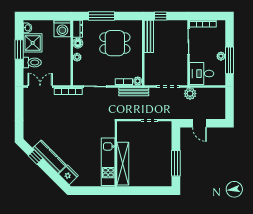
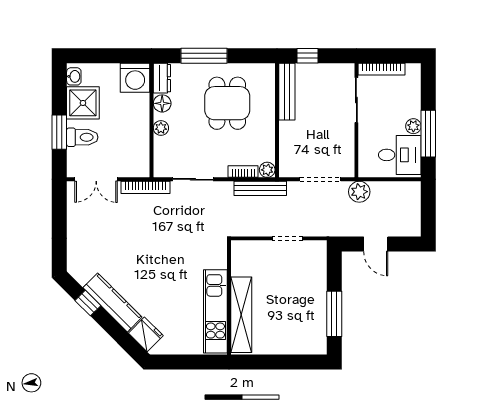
dining table: (115, 43) -> (227, 103), turned 90
window: (19, 49) -> (59, 132), moved
desk: (202, 74) -> (400, 155), moved, turned 180
double door: (40, 86) -> (96, 179), swing flipped

